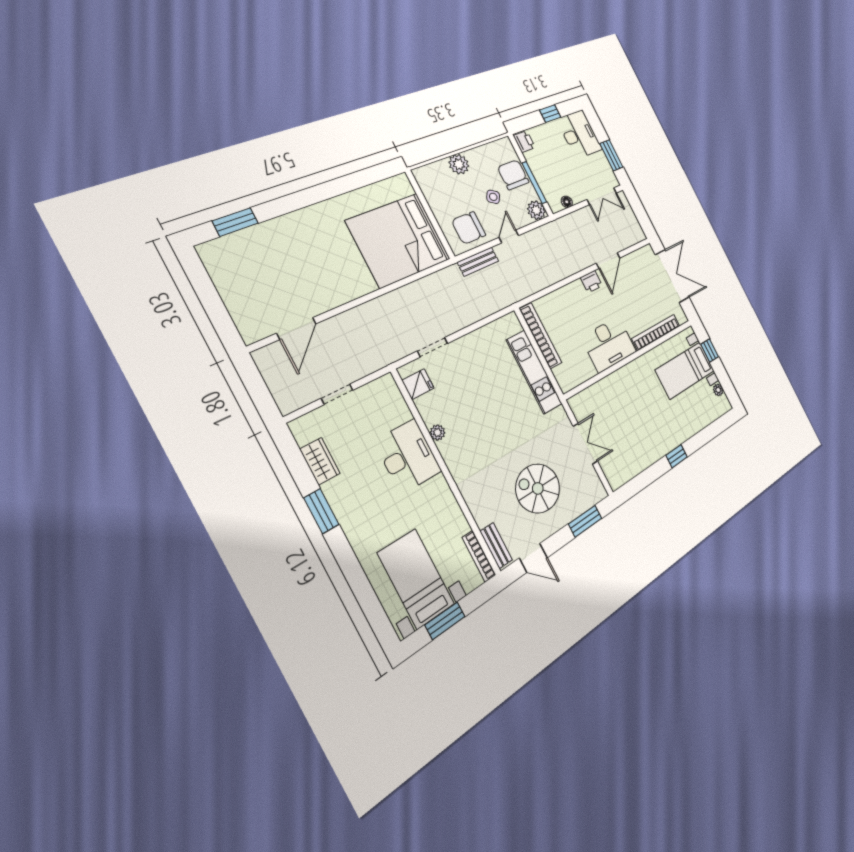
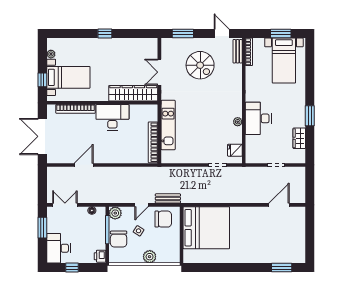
printer: (591, 282) -> (103, 158), removed
wardrobe: (602, 393) -> (133, 93), added

